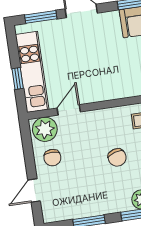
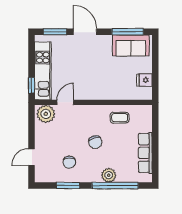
window: (18, 78) -> (31, 85), moved
chair: (52, 158) -> (69, 162), moved

